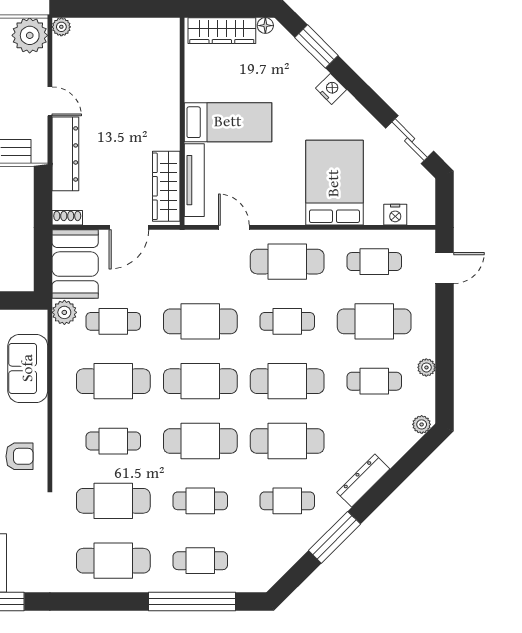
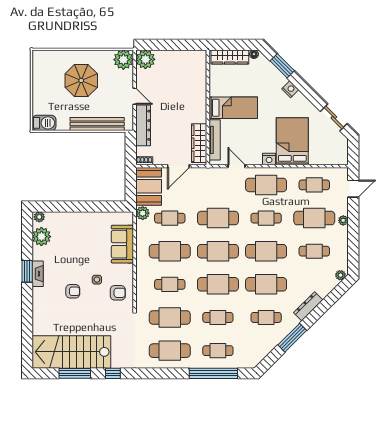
plant: (61, 27) -> (145, 59), width x1.88, depth x1.88
nightstand: (395, 215) -> (269, 159), moved
plant: (426, 367) -> (343, 220), moved

